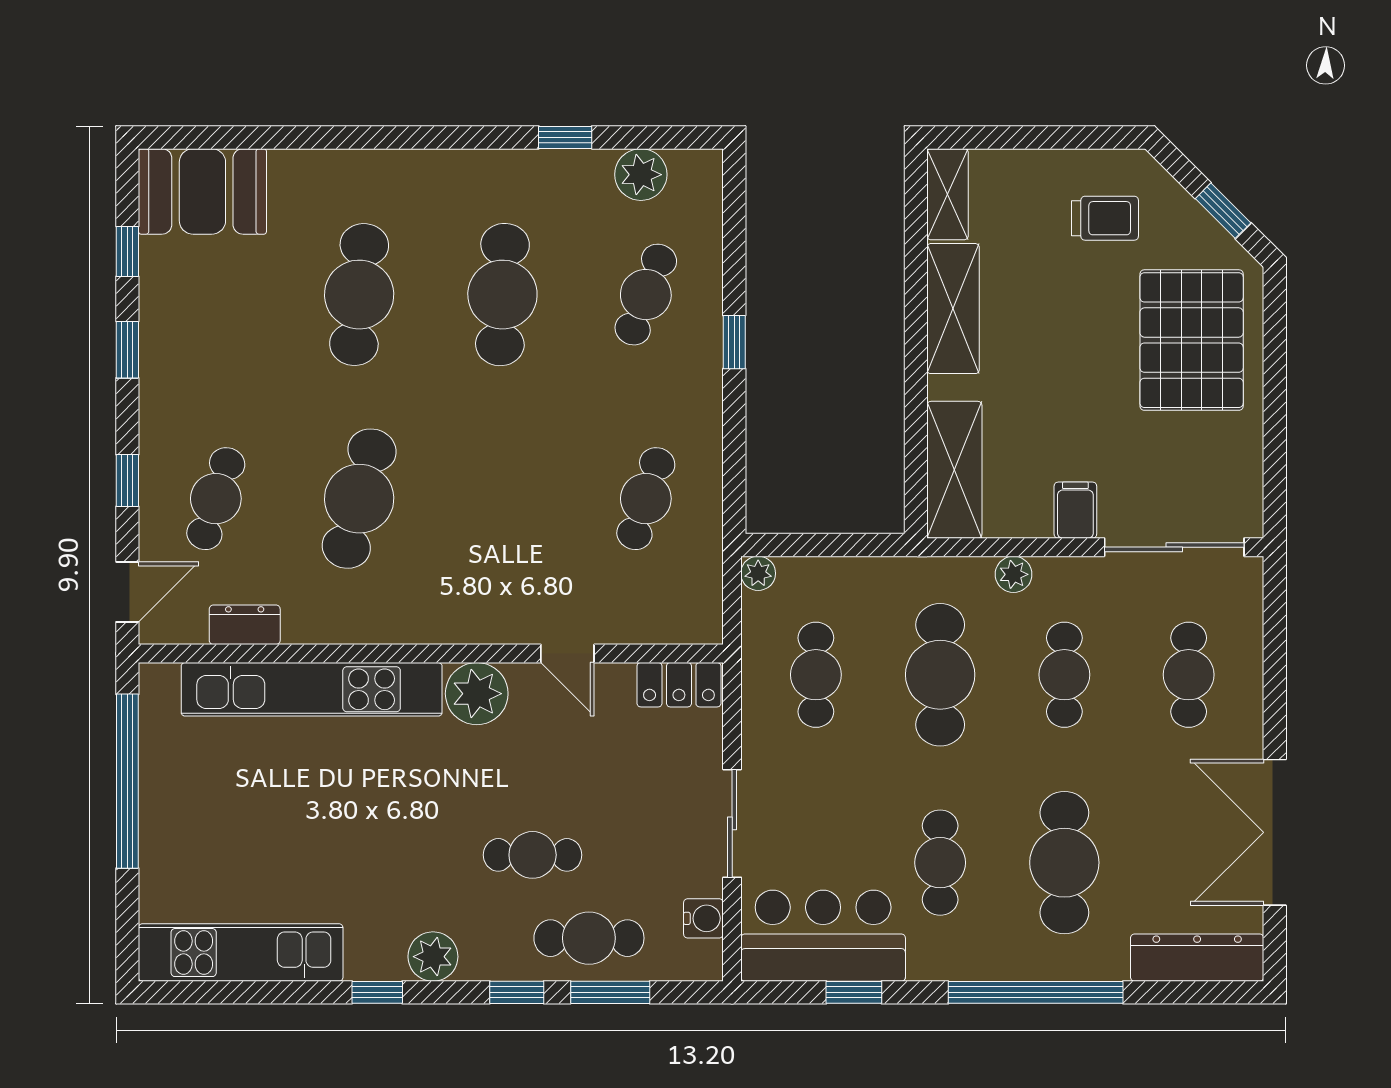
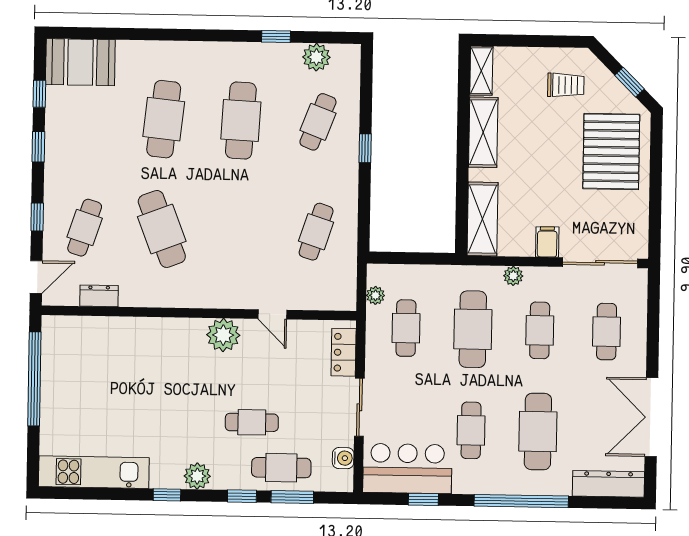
cafe table: (359, 499) -> (162, 229), turned -36
plant: (758, 573) -> (375, 295), moved
locker: (679, 685) -> (344, 352), moved, turned 90
kitchen unit: (312, 689) -> (134, 331), removed

